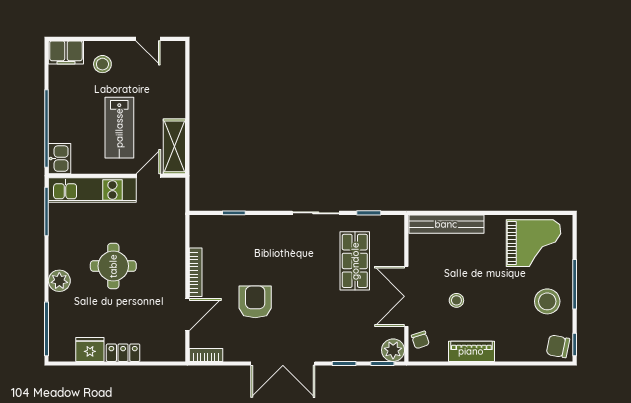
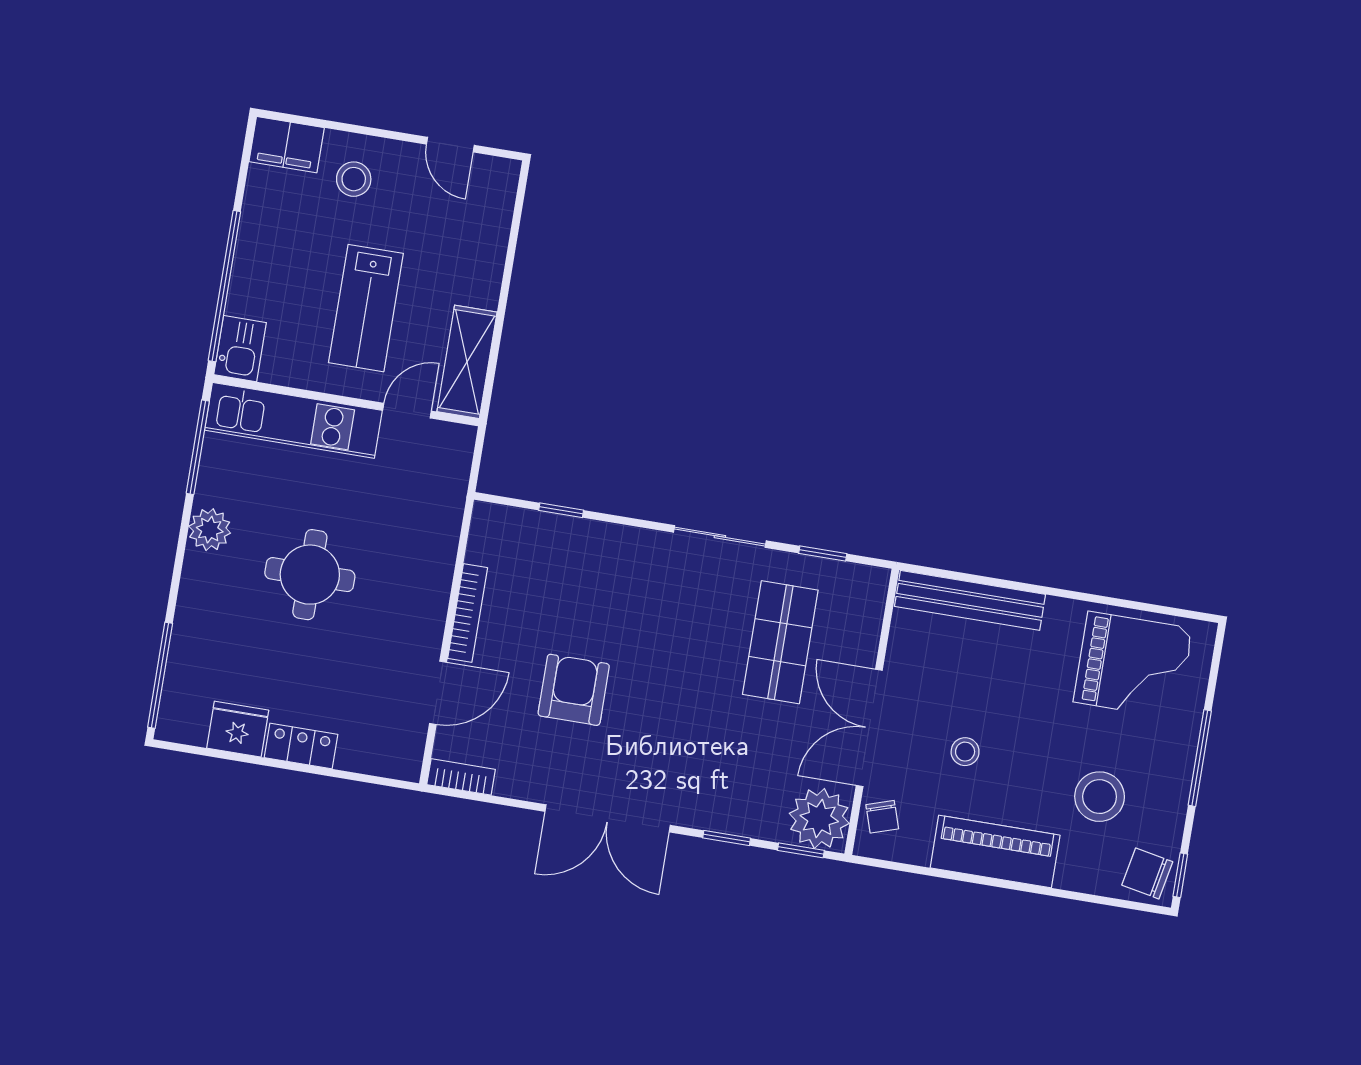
plant: (59, 281) -> (210, 530), moved
stool: (547, 301) -> (1100, 797), moved
plant: (393, 350) -> (819, 818), width x1.36, depth x1.36
piano: (471, 351) -> (995, 852), width x1.37, depth x1.33

